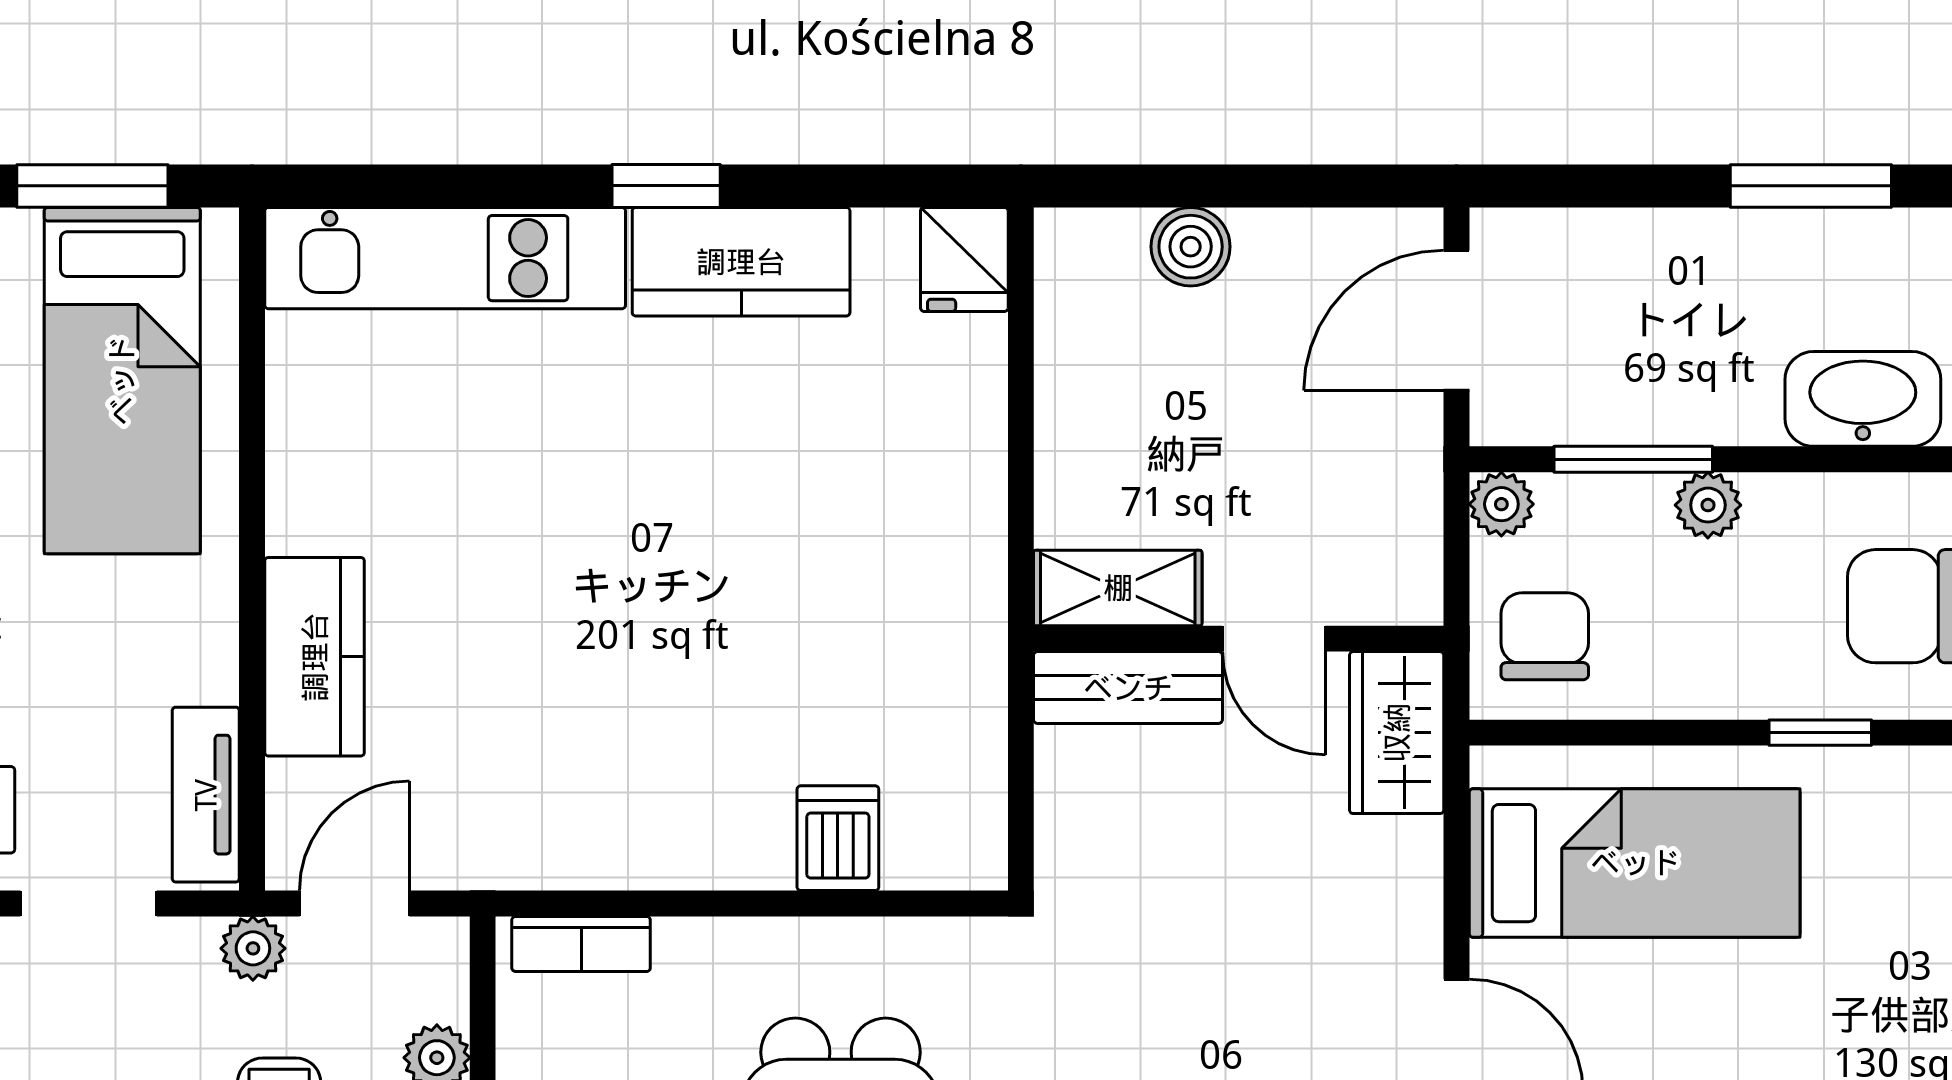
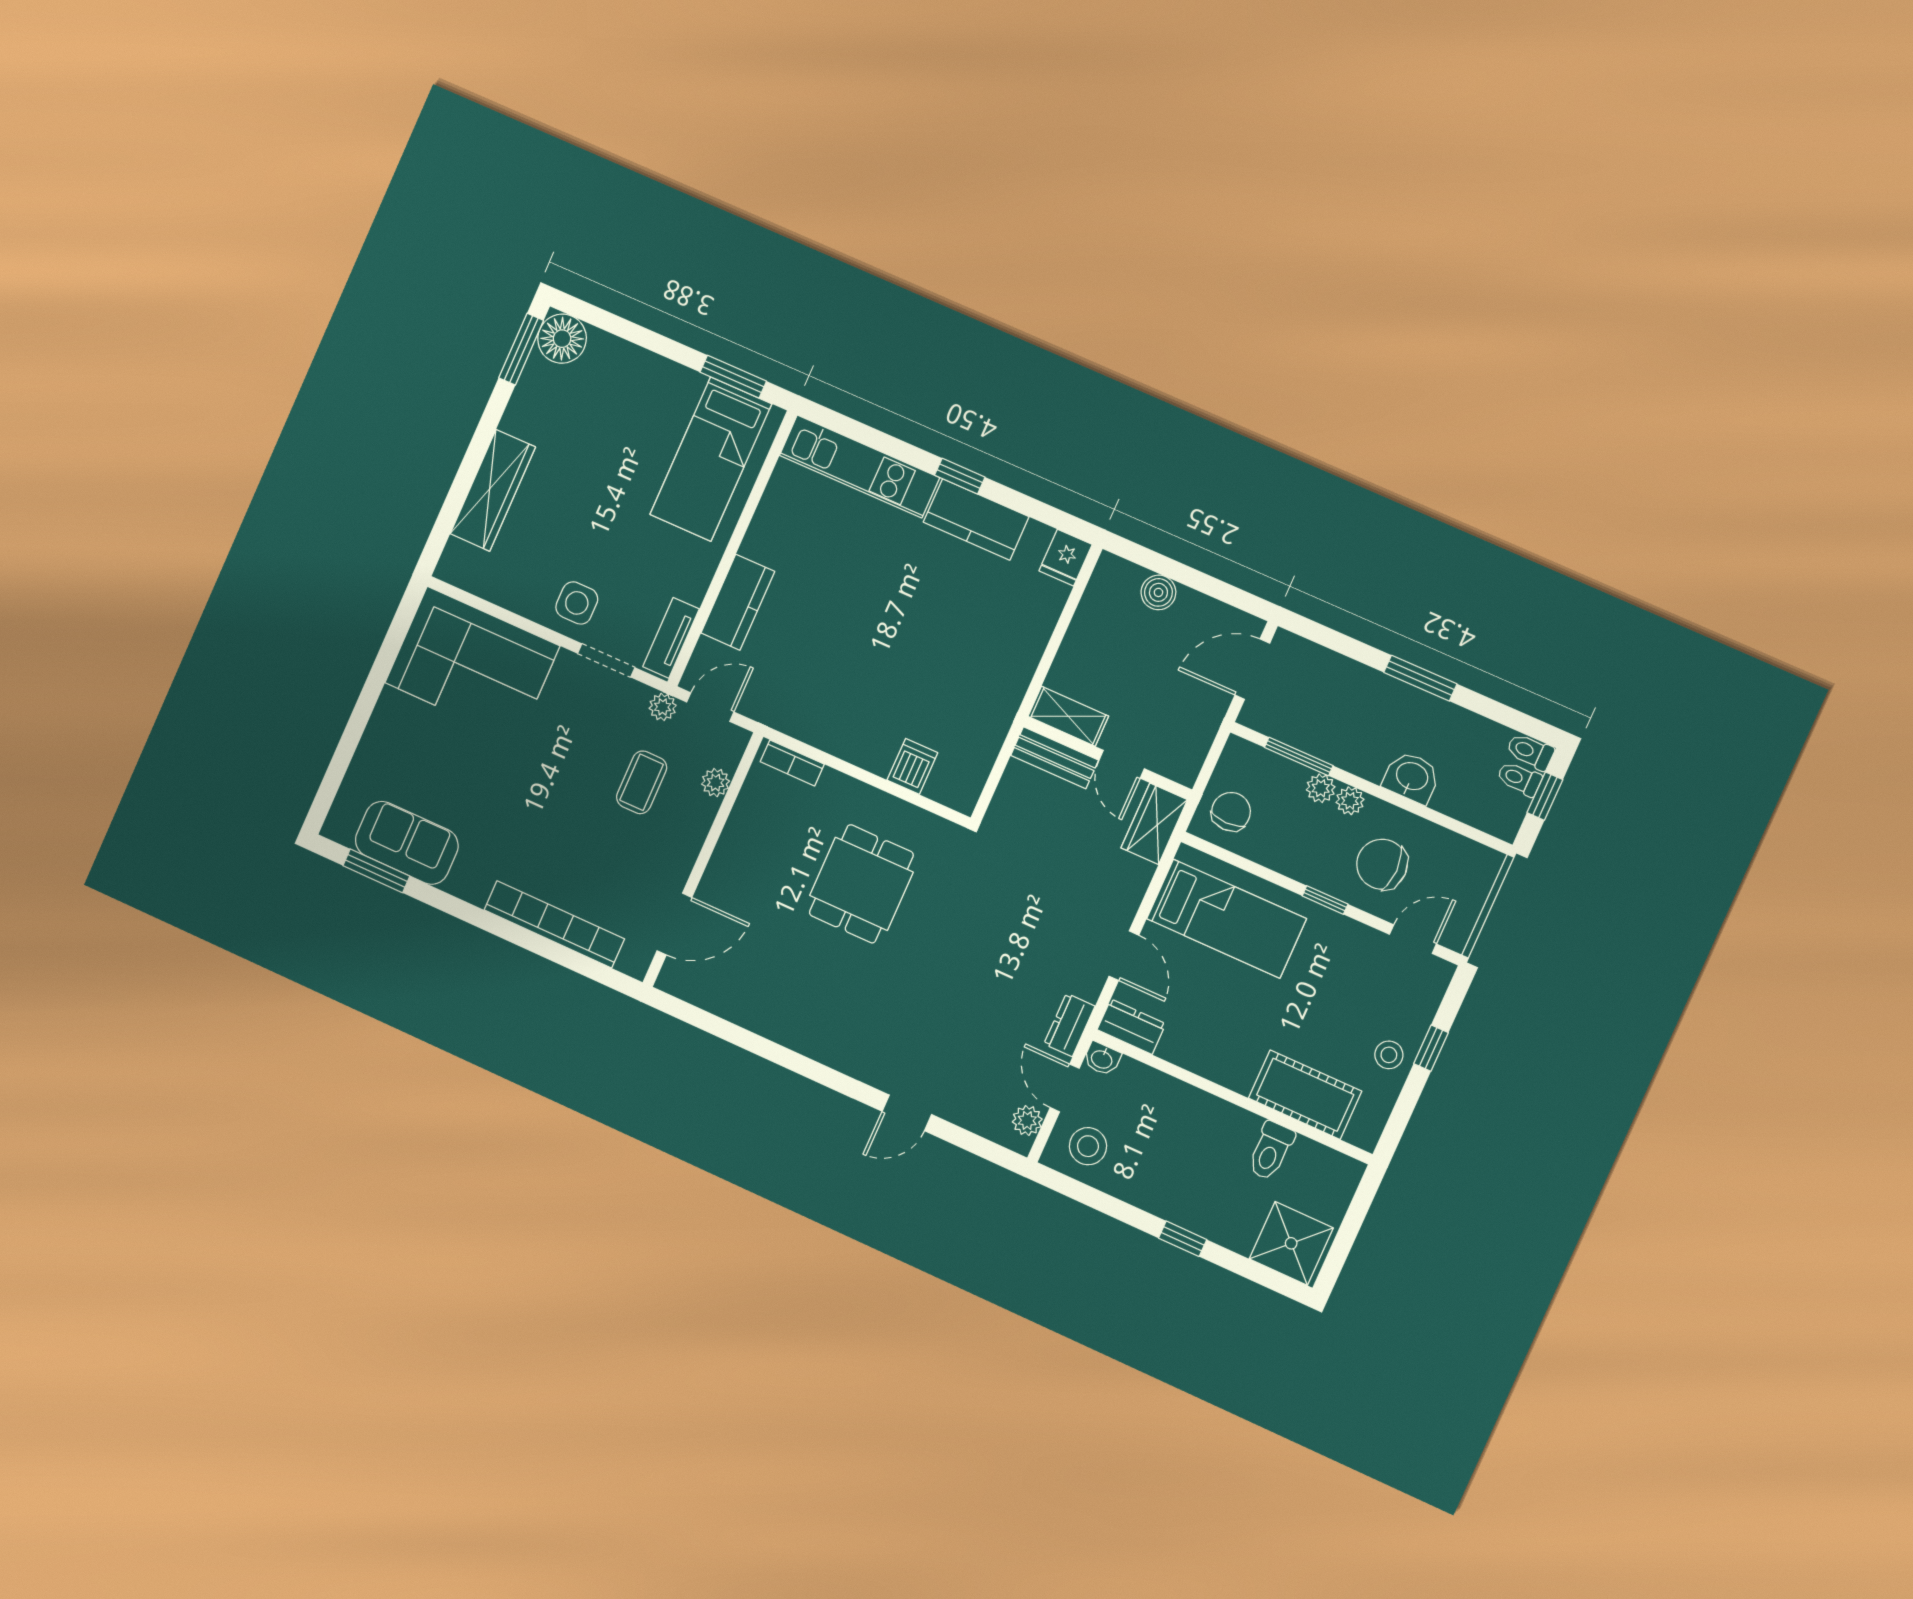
washbasin: (1863, 399) -> (1412, 777), width x0.72
plant: (1501, 504) -> (1350, 801), moved

